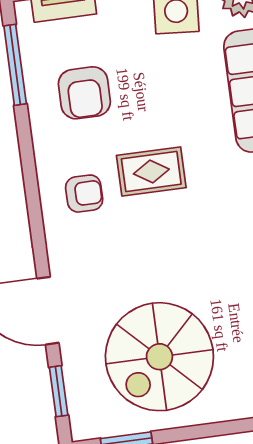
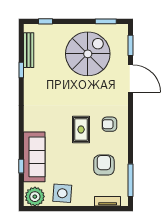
rug: (151, 171) -> (81, 129), turned 90

